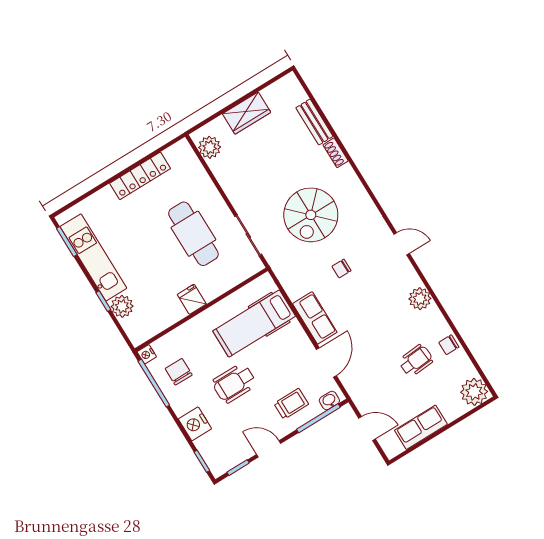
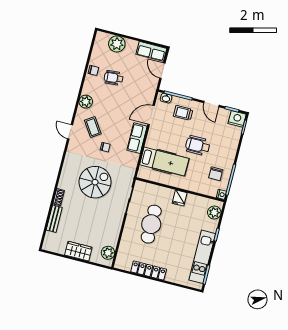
coffee table: (381, 277) -> (93, 127), added
plant: (122, 306) -> (214, 213), moved
wheelchair: (234, 383) -> (198, 146), turned 180
plant: (474, 392) -> (117, 44), moved
nightstand: (195, 424) -> (237, 119), moved, turned -90
row of seats: (421, 427) -> (151, 51), moved

